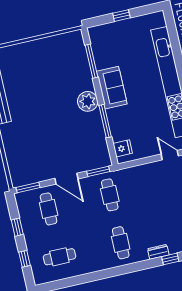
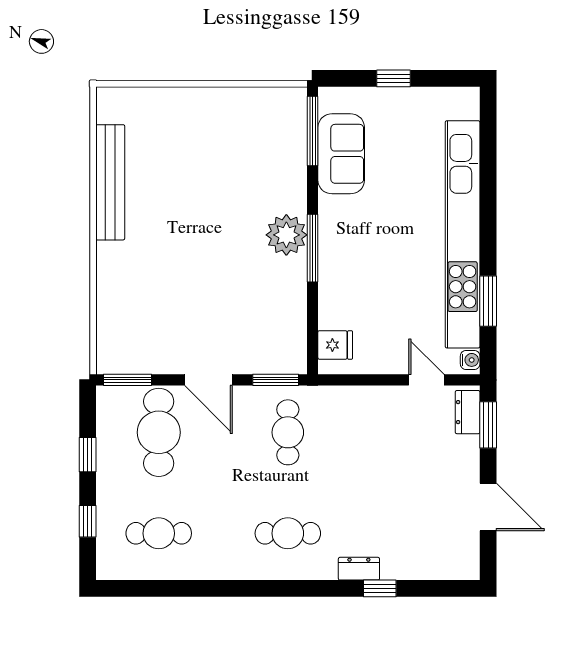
window: (91, 61) -> (313, 131), moved
sofa: (112, 88) -> (341, 154), moved
window: (105, 121) -> (313, 248), moved
cafe table: (49, 209) -> (159, 432), width x1.37, depth x1.35
cafe table: (121, 243) -> (288, 533), turned 90

